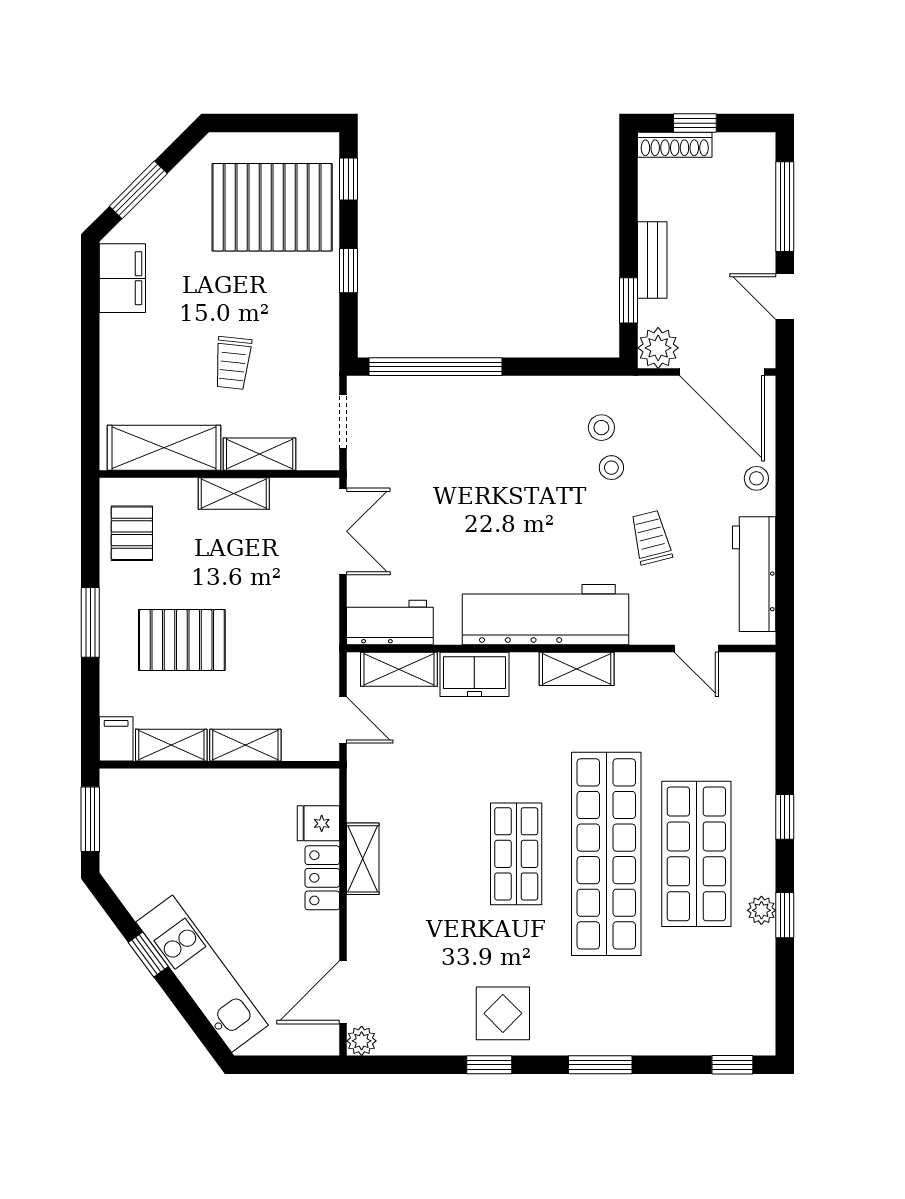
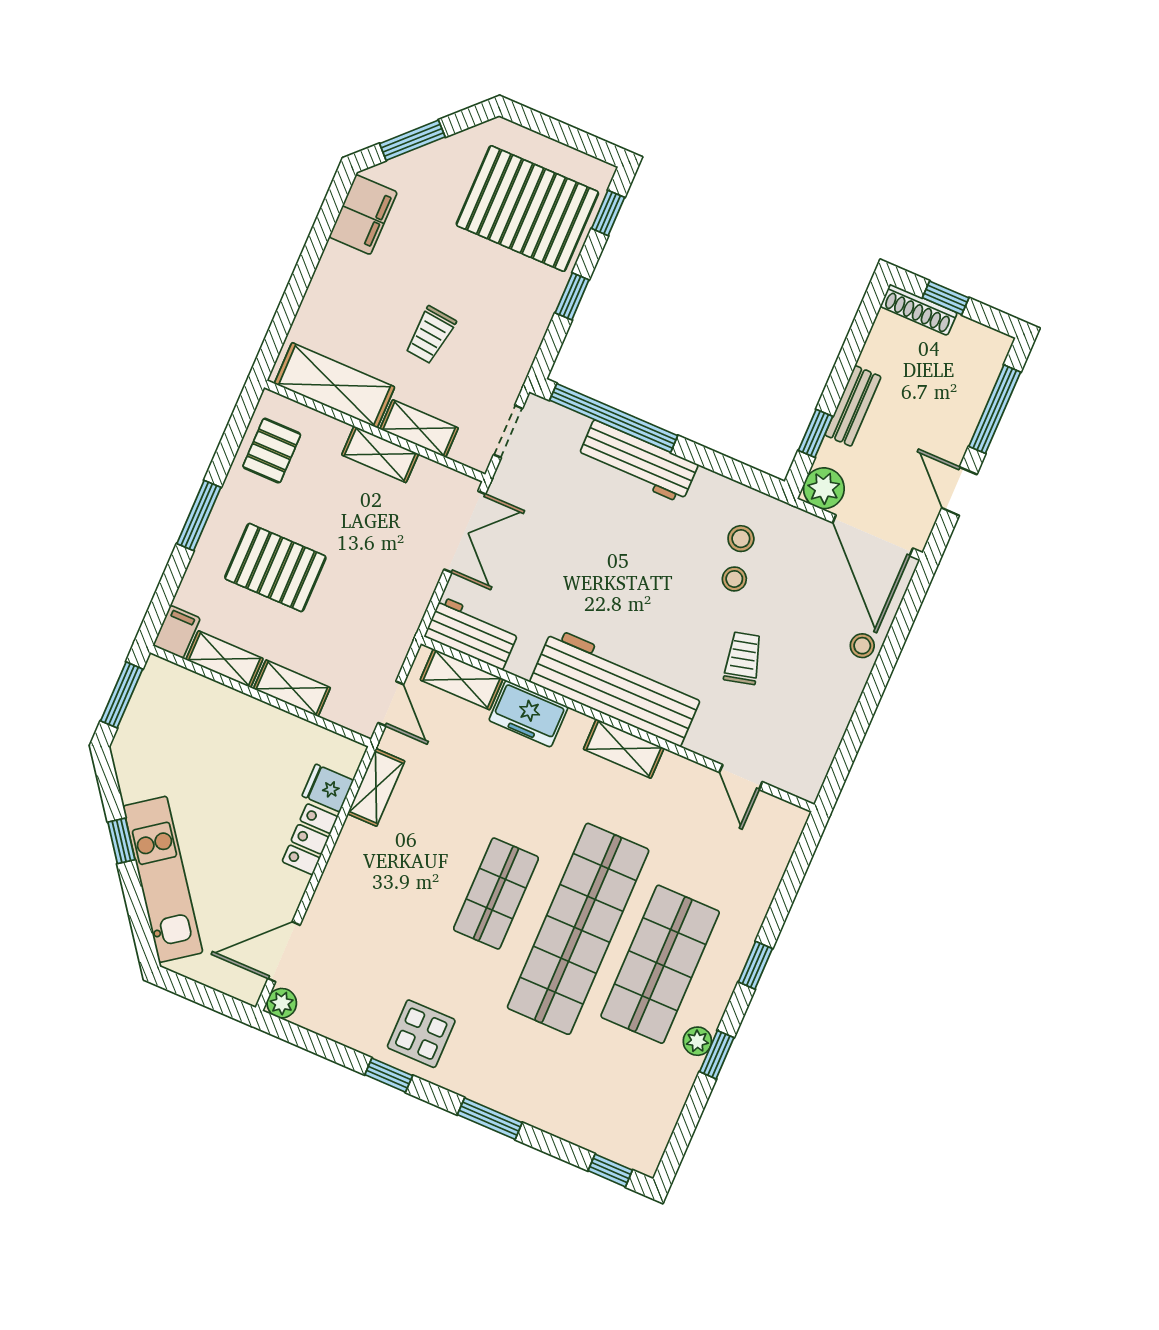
workbench: (754, 574) -> (638, 462), moved, turned -90
shelving: (363, 859) -> (376, 787), moved

